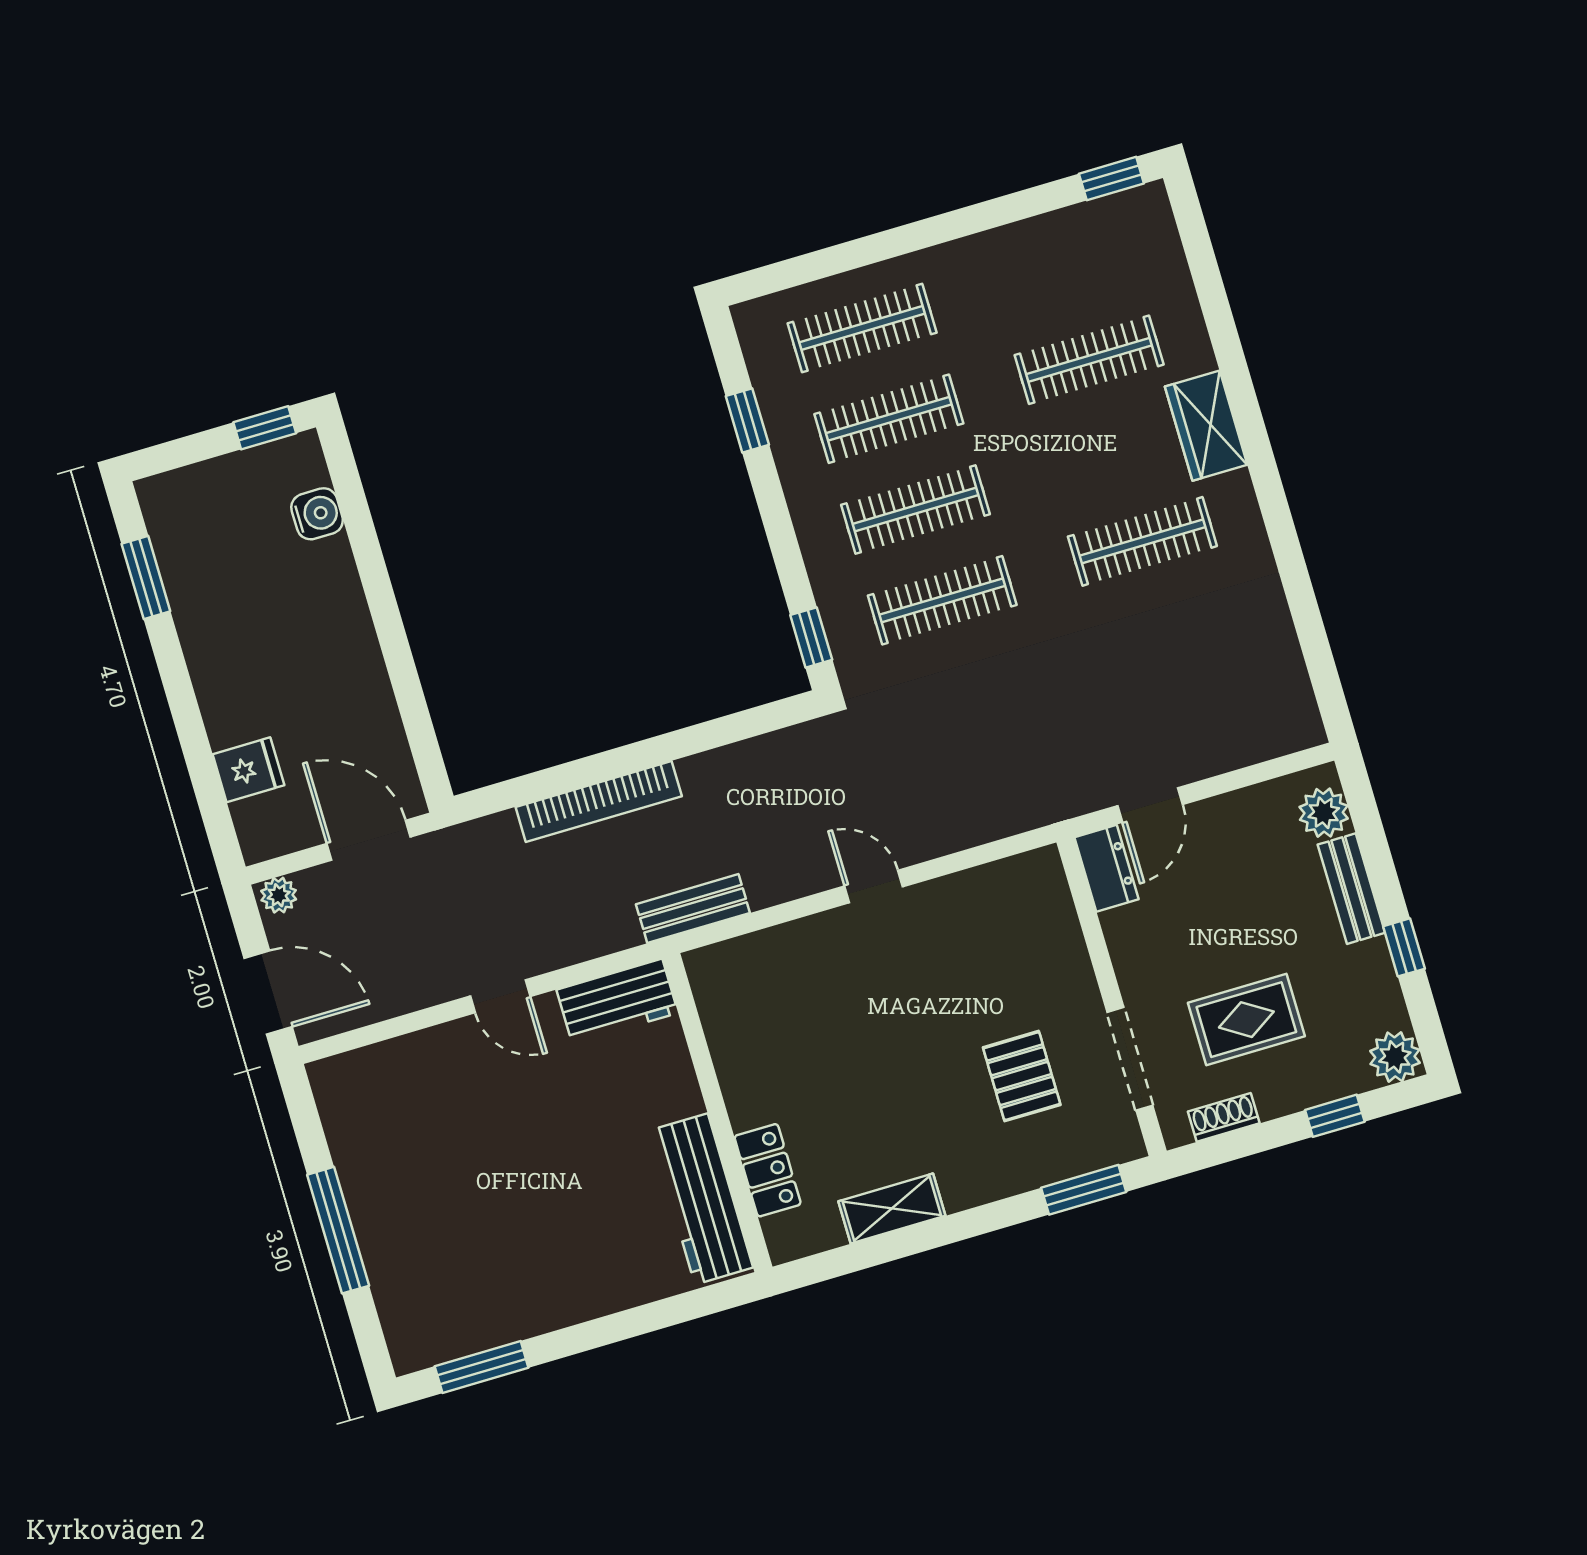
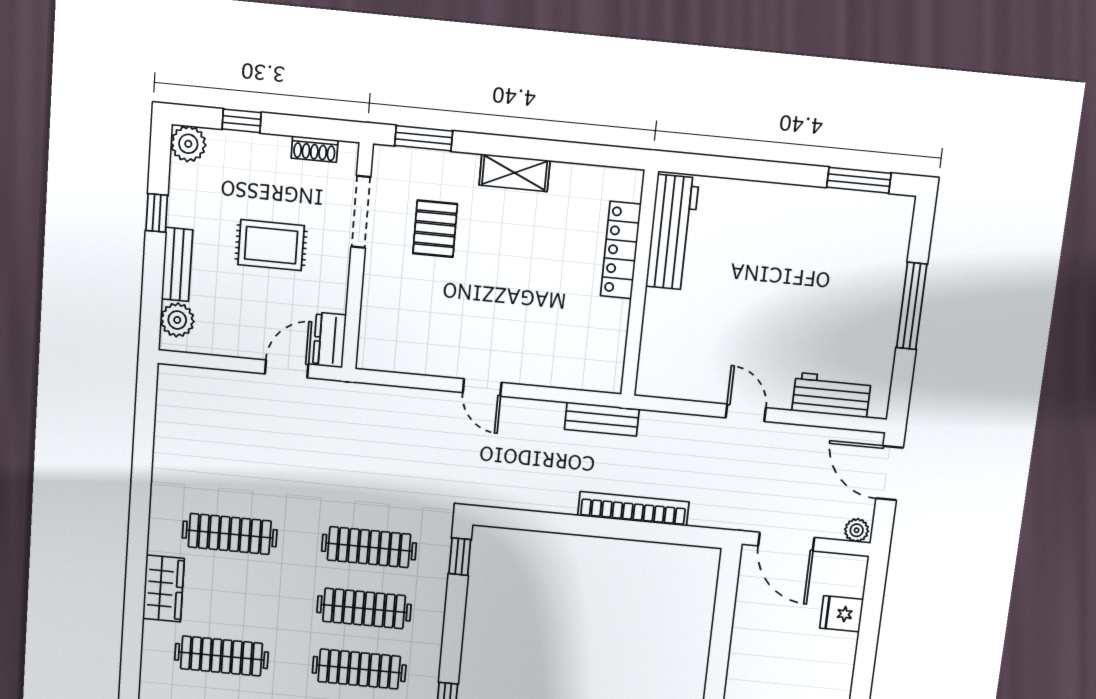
workbench: (617, 1001) -> (831, 395), moved
rug: (1246, 1020) -> (271, 245), moved
locker: (768, 1170) -> (621, 250), width x1.53
shelving: (892, 1209) -> (515, 173), moved

